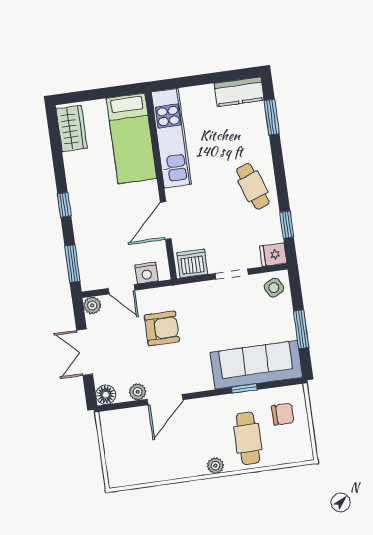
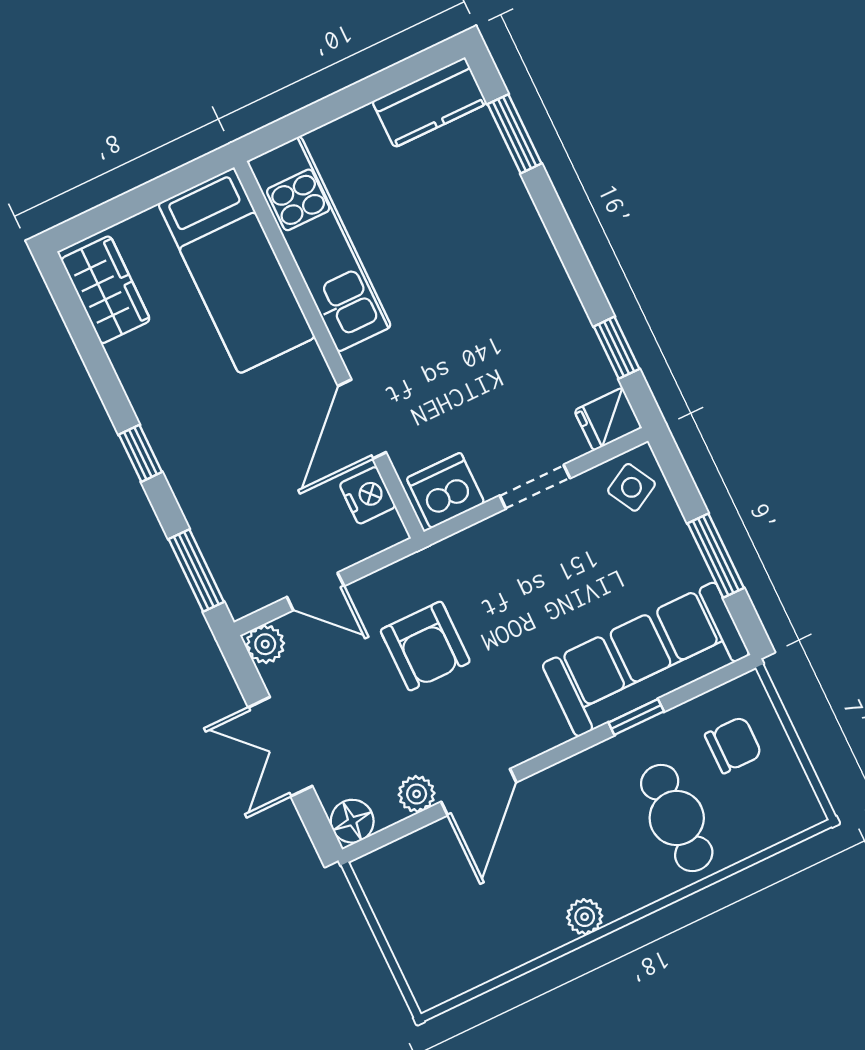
cafe table: (253, 186) -> (521, 290), removed
nightstand: (147, 273) -> (368, 495), moved, turned -90
armchair: (162, 328) -> (425, 646), turned 90
plant: (215, 466) -> (585, 917), moved

